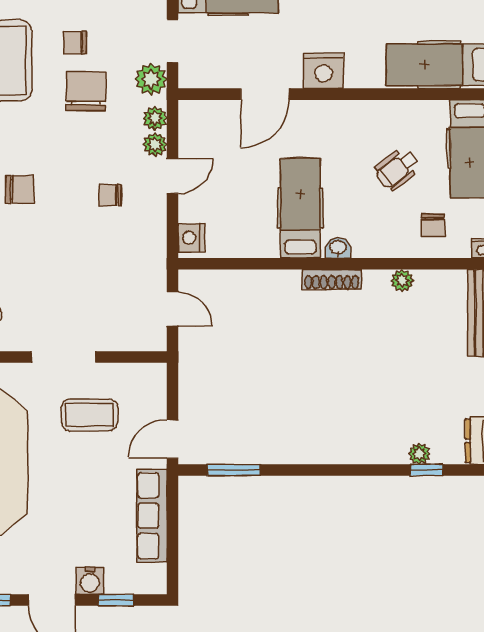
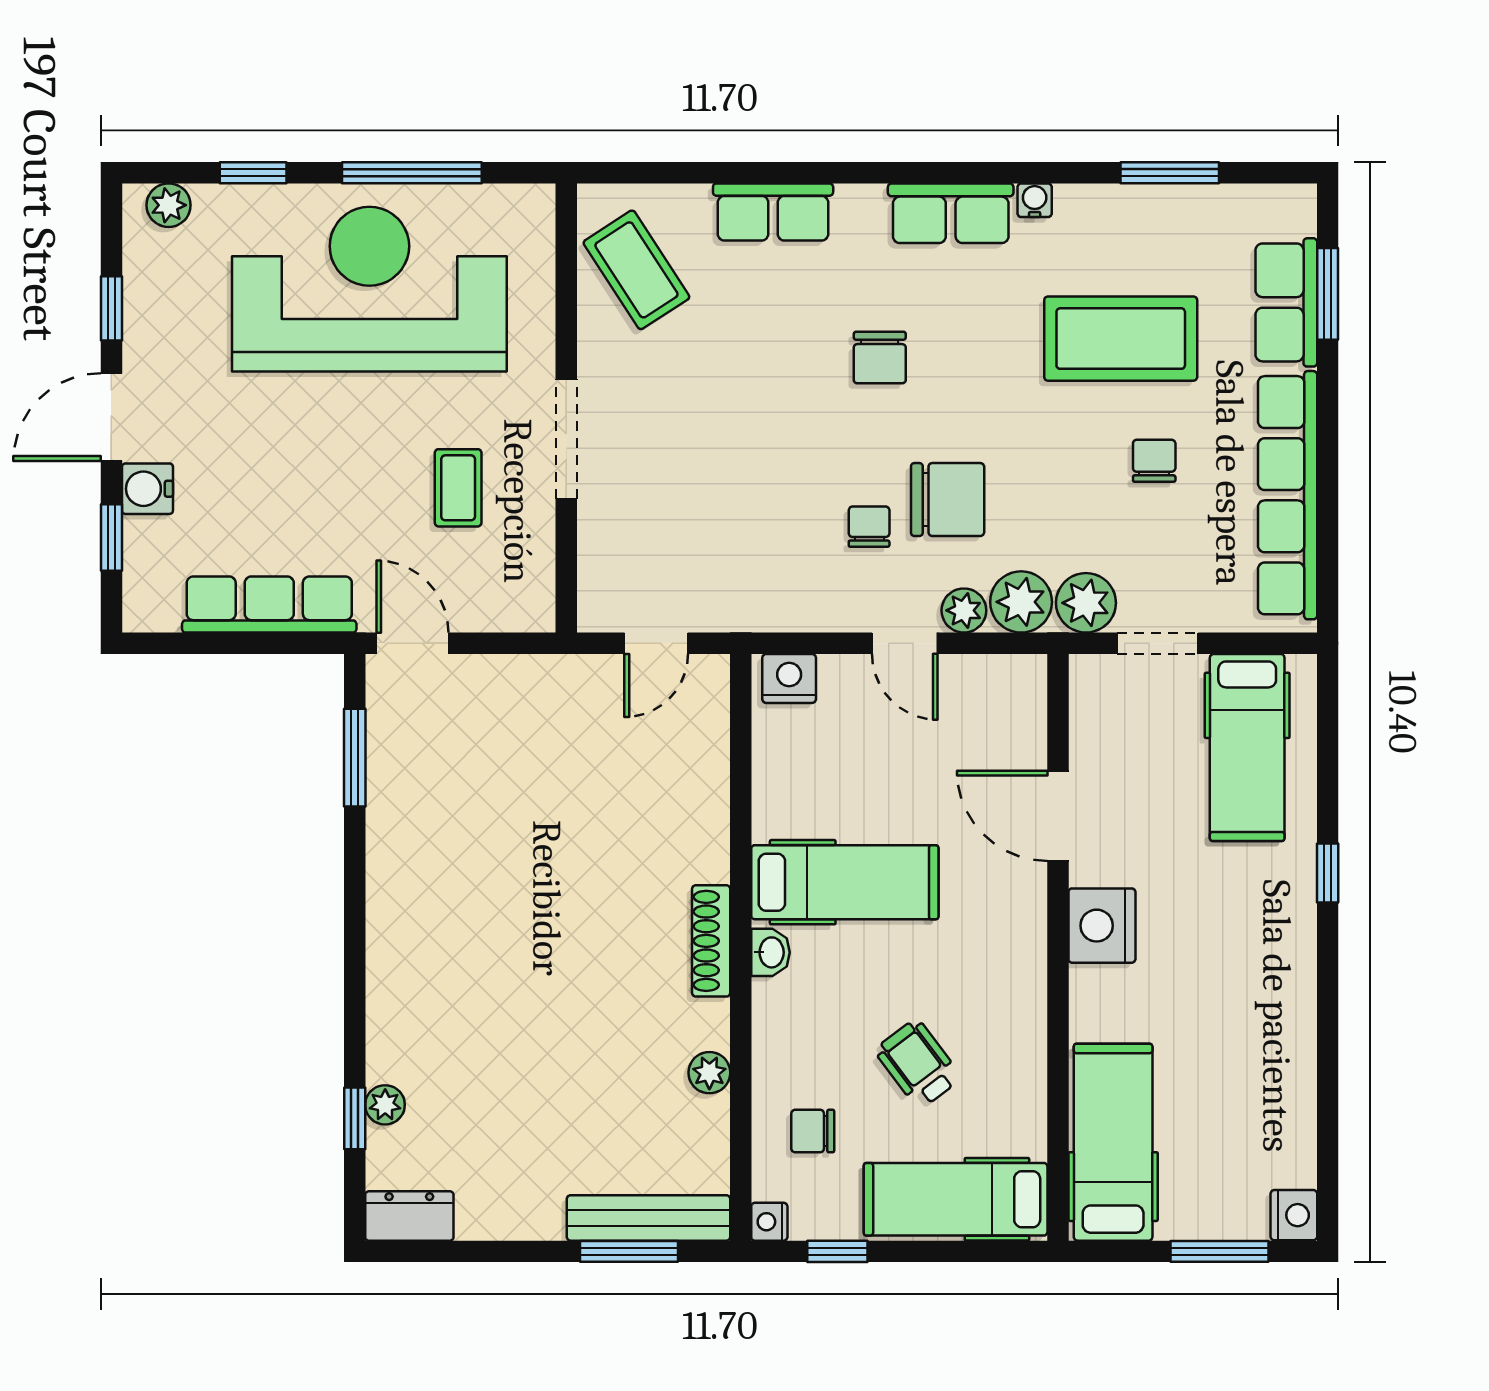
chair: (86, 91) -> (948, 500), moved
plant: (155, 118) -> (1021, 602), width x1.38, depth x1.38
coffee table: (89, 415) -> (458, 488), width x0.73, depth x0.77

